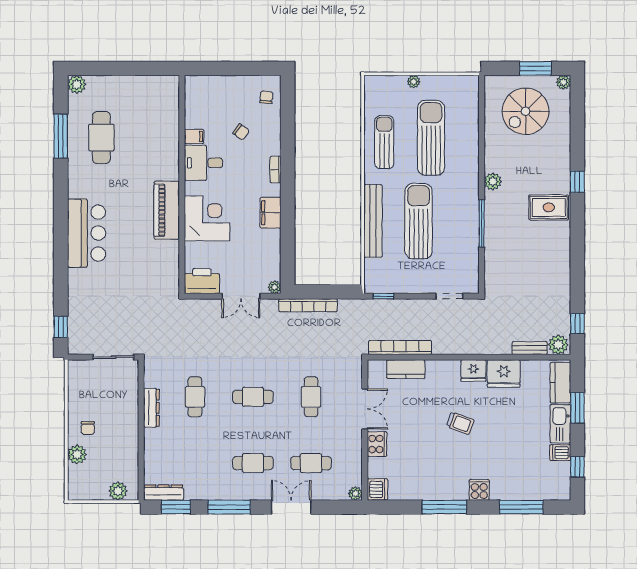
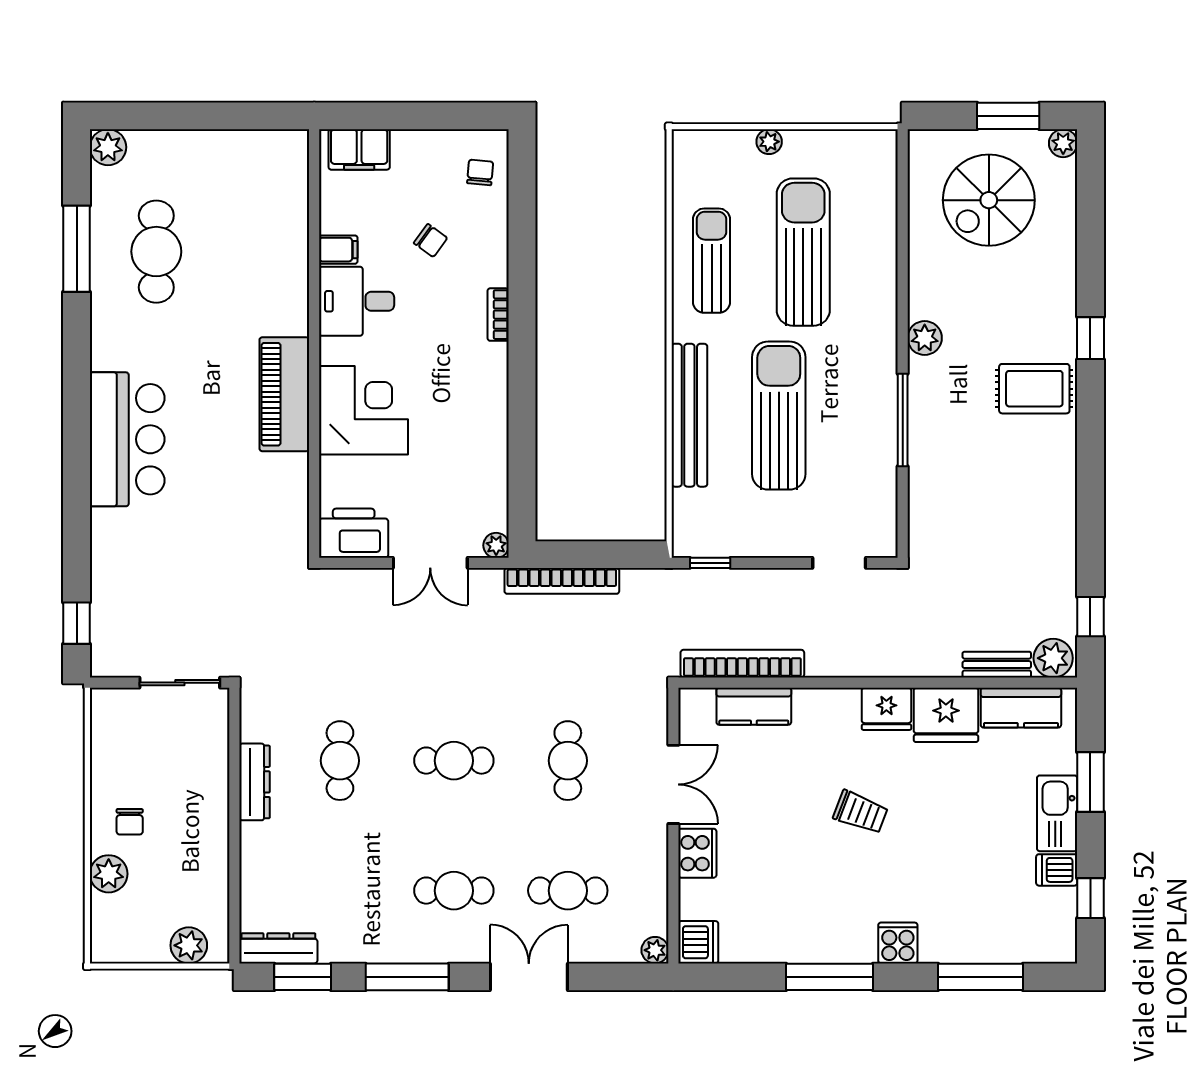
filing cabinet: (271, 213) -> (359, 149), moved, turned -90
kitchen counter: (560, 383) -> (1021, 708), moved, turned -90

